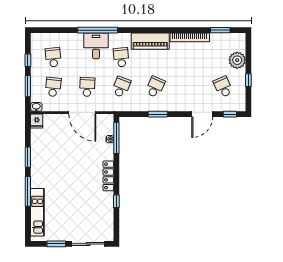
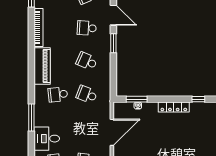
window: (98, 30) -> (31, 118), width x0.68
desk: (96, 46) -> (47, 139), moved
school desk: (87, 87) -> (87, 28), moved
window: (158, 114) -> (113, 43), moved
window: (116, 138) -> (137, 99), width x0.69

